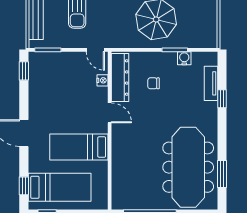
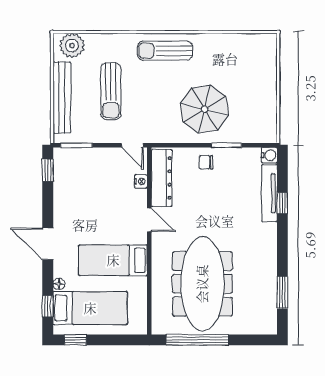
water cooler: (184, 58) -> (269, 155), moved, turned 90
chair: (154, 83) -> (206, 162), moved
tv unit: (211, 83) -> (269, 193), width x1.41
floor lamp: (33, 167) -> (59, 284), added
meeting table: (188, 167) -> (202, 284), moved

